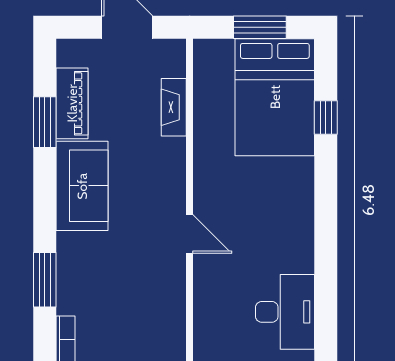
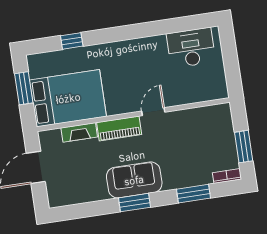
bed: (275, 97) -> (68, 98), moved
piano: (72, 103) -> (119, 128), moved, turned 180
window: (45, 122) -> (135, 203), moved

